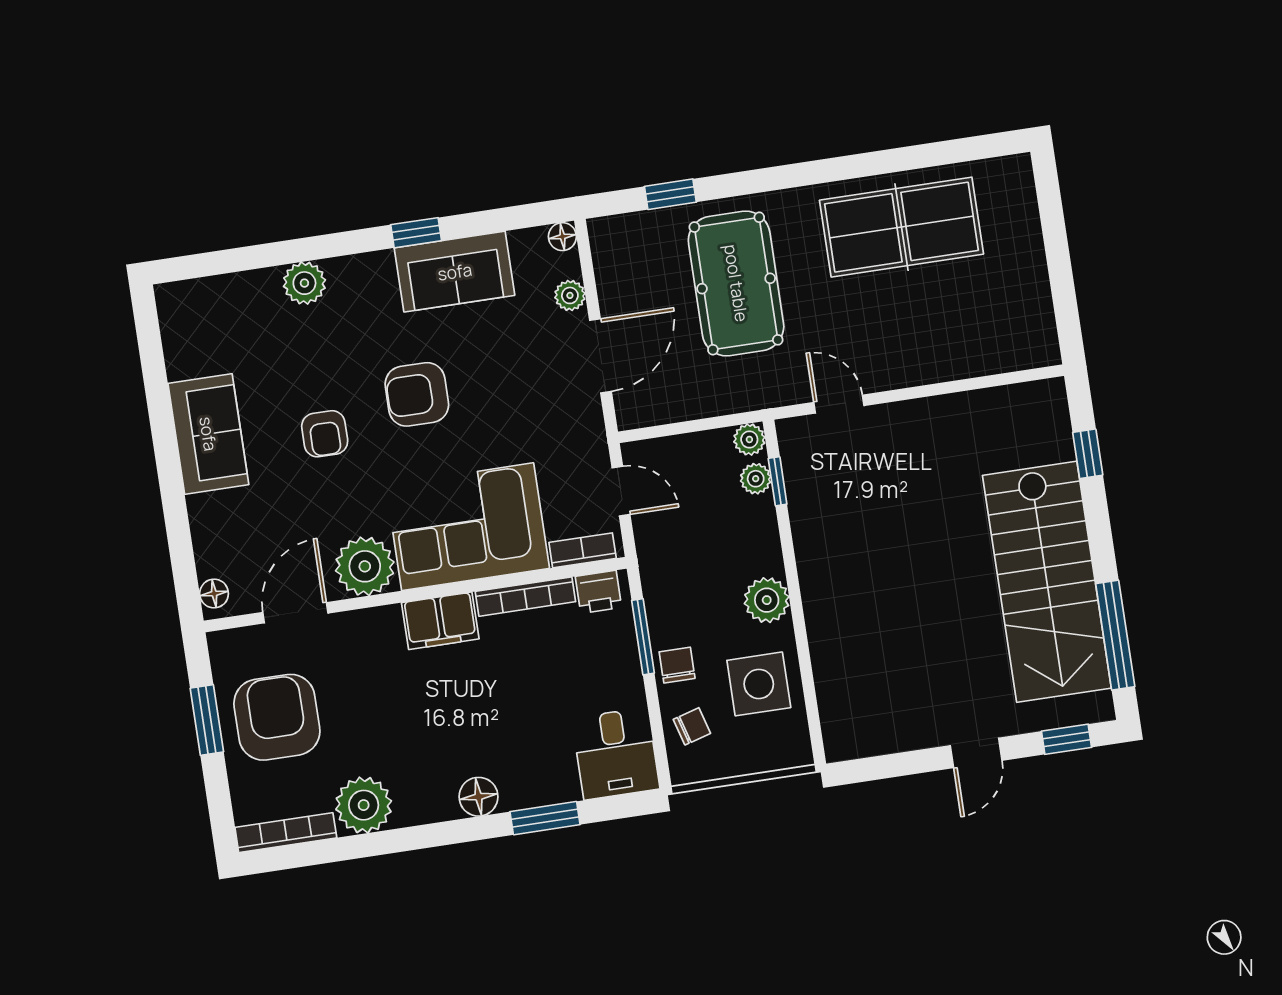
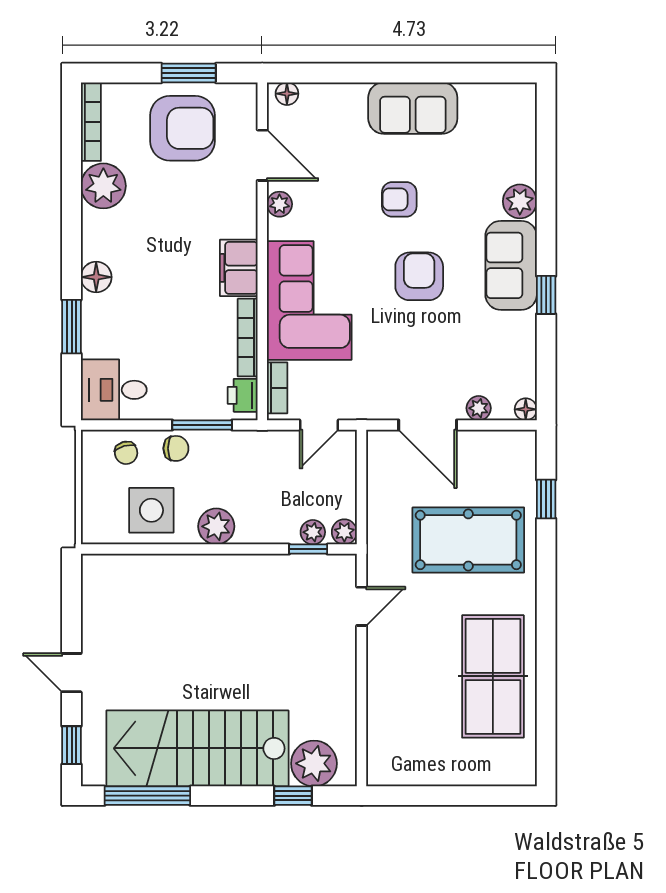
sofa: (455, 272) -> (511, 265), moved
plant: (1044, 434) -> (314, 763), added
plant: (365, 566) -> (279, 204), width x0.53, depth x0.53

